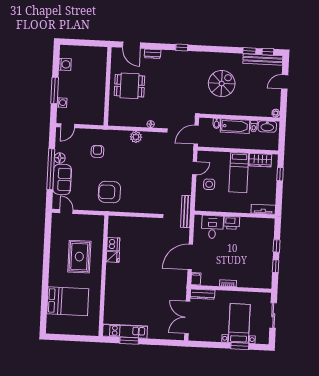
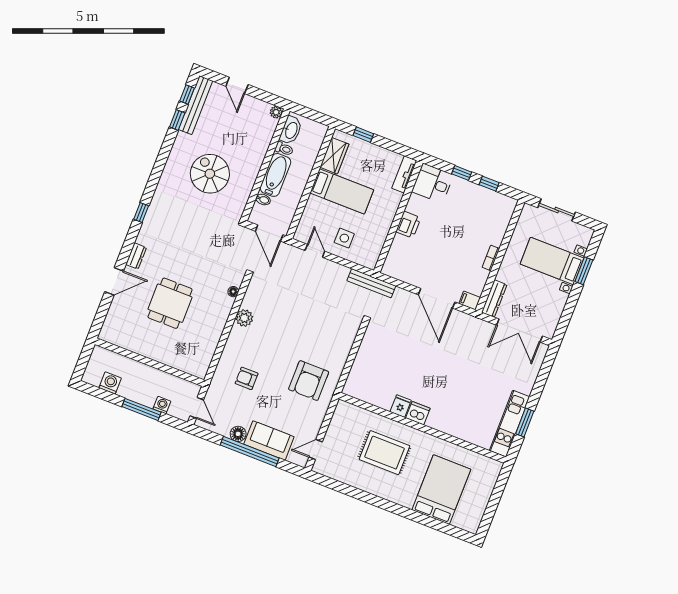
wall: (108, 86) -> (149, 362), moved
desk: (212, 227) -> (433, 183), moved
dishwasher: (113, 244) -> (418, 413), moved

